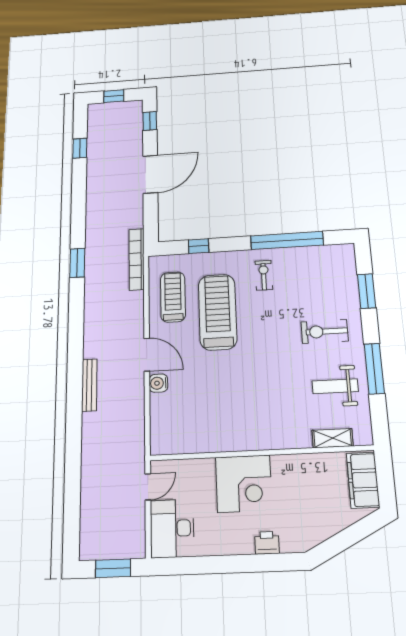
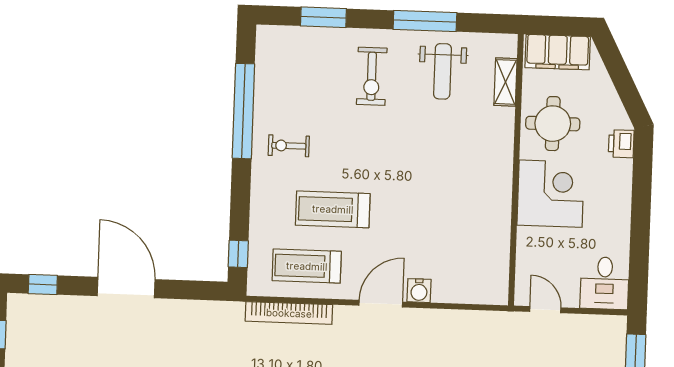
window: (199, 246) -> (238, 254), moved
bookcase: (137, 259) -> (289, 313), moved
treadmill: (218, 312) -> (333, 209), width x0.73, depth x0.73
round table: (302, 481) -> (553, 124), added
desk: (172, 528) -> (605, 283), width x0.73
printer: (267, 543) -> (621, 144), moved

